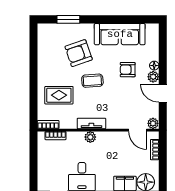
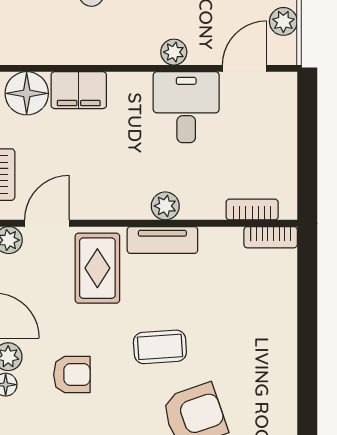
rug: (59, 95) -> (97, 268), moved, turned 90
door: (138, 130) -> (47, 223), hinge flipped

